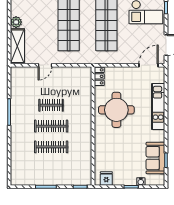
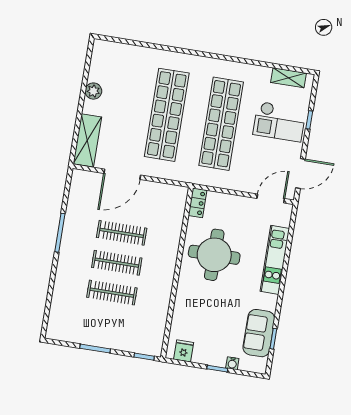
plant: (16, 22) -> (93, 91), moved
door: (45, 65) -> (122, 174), width x1.87
clothes rail: (51, 105) -> (122, 233), width x1.36

